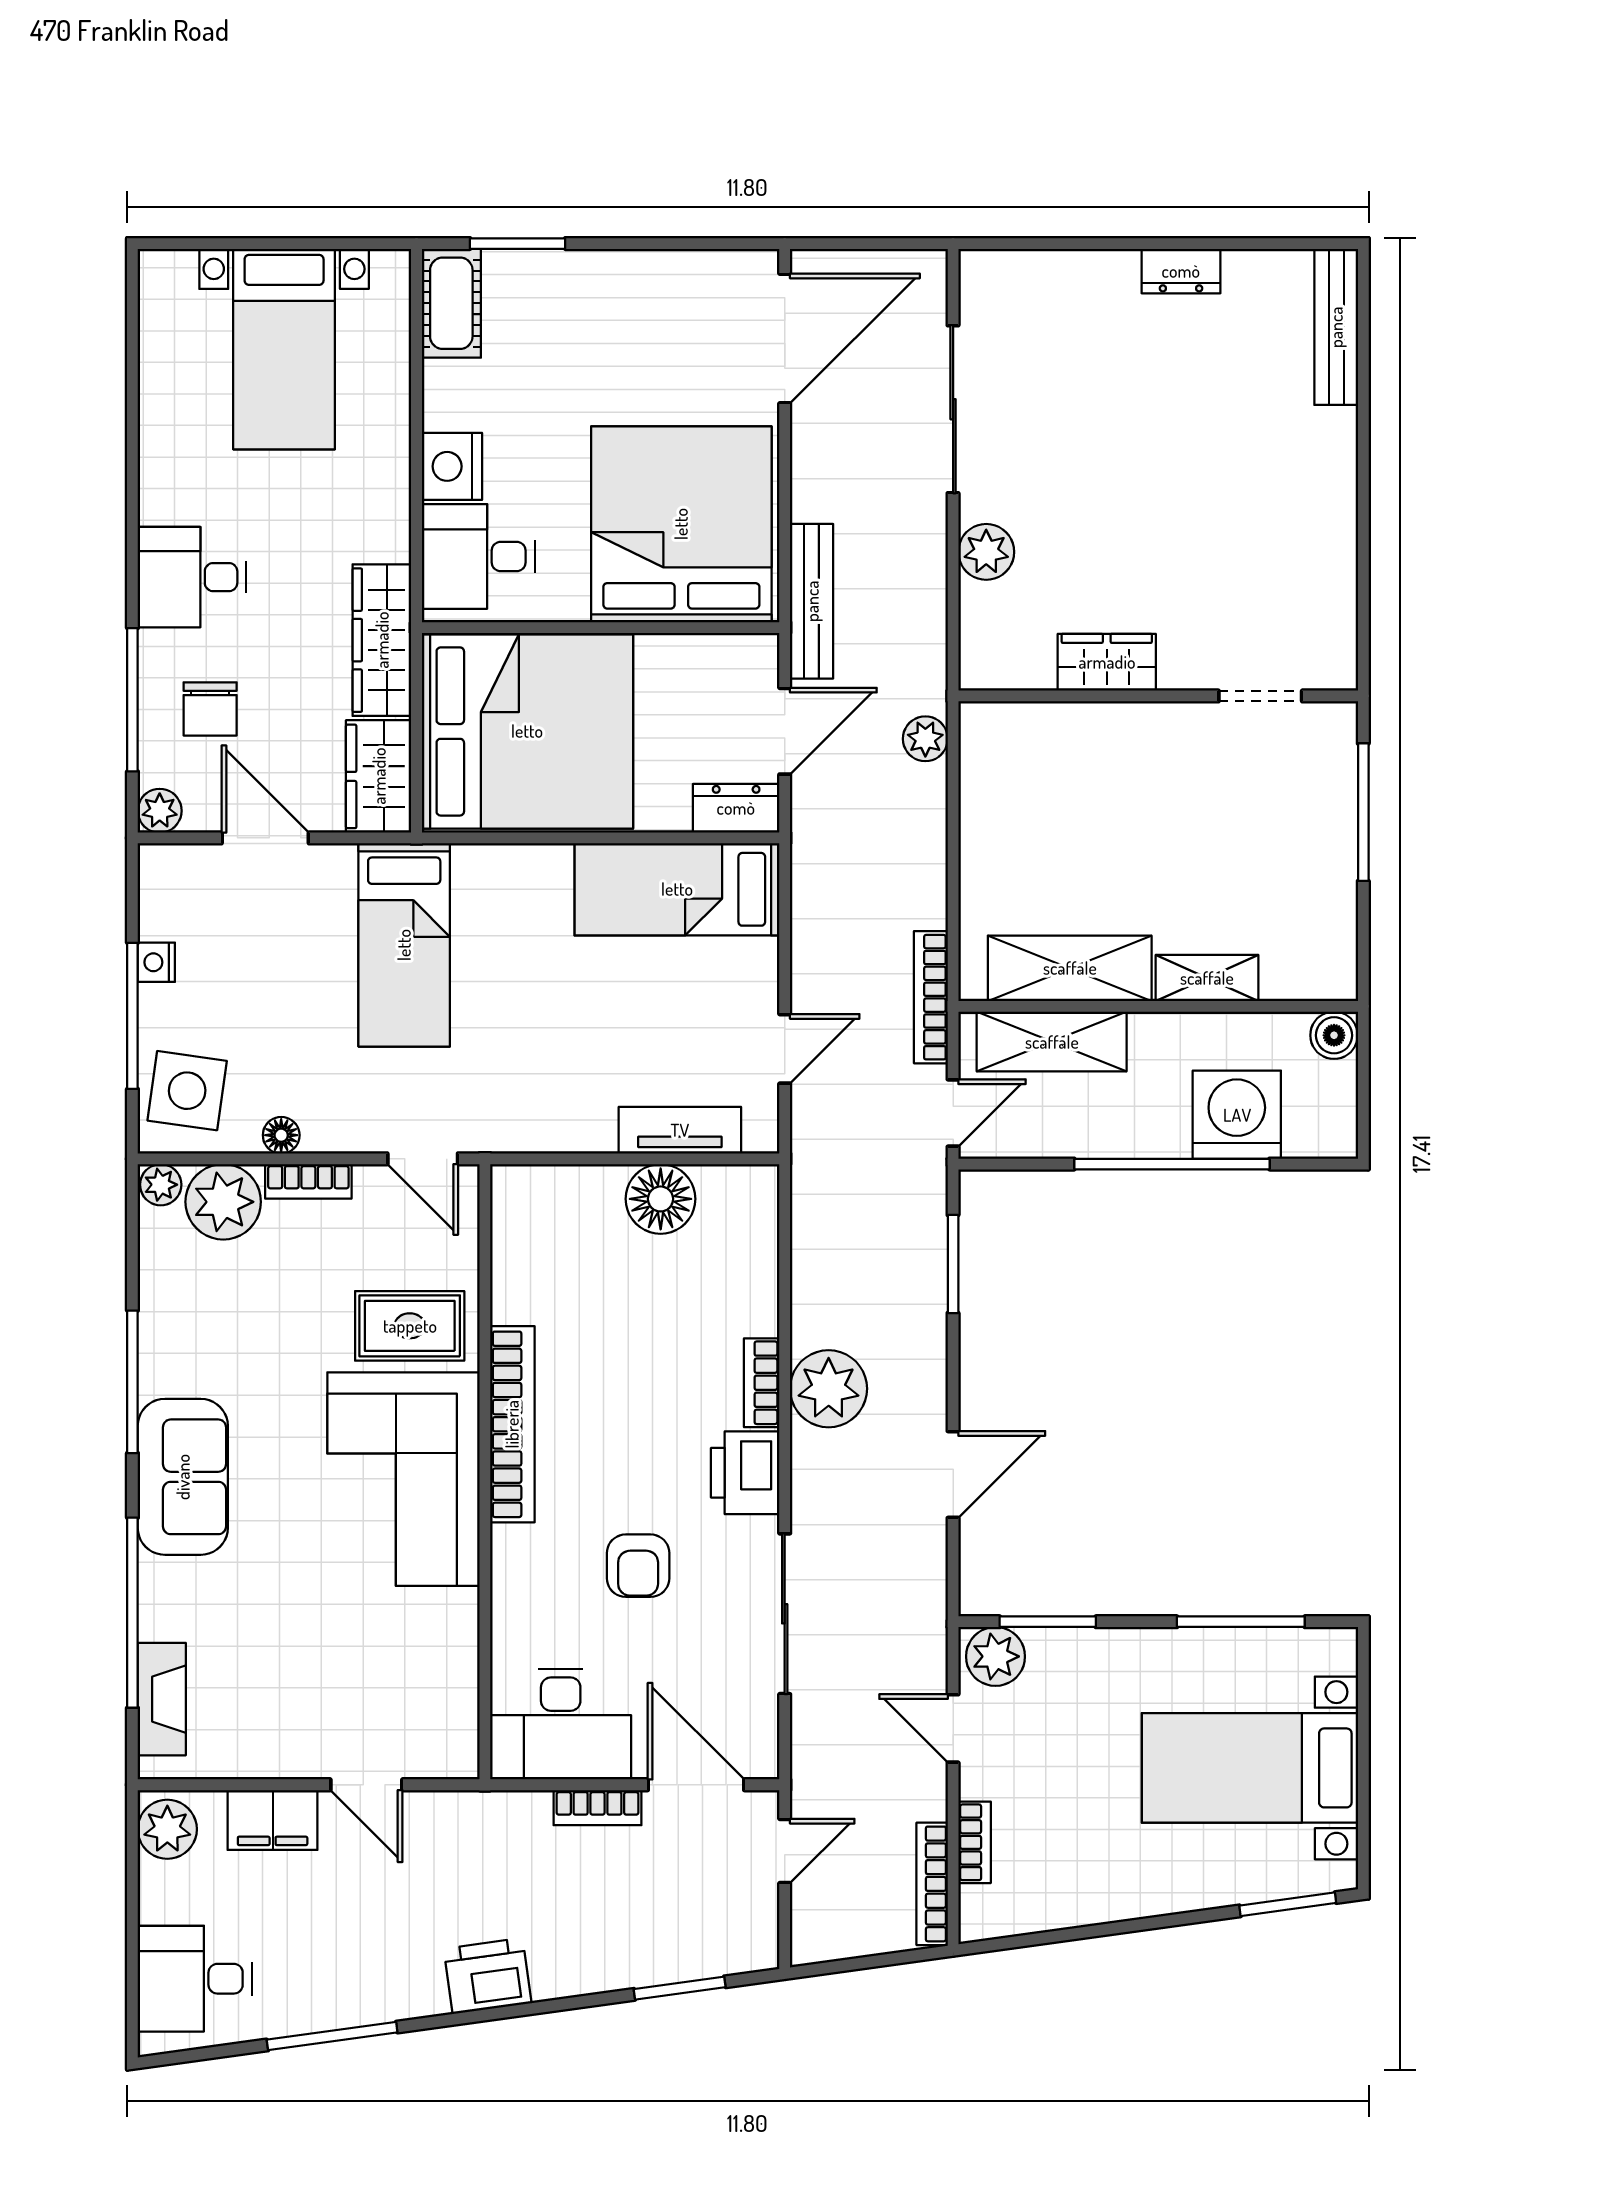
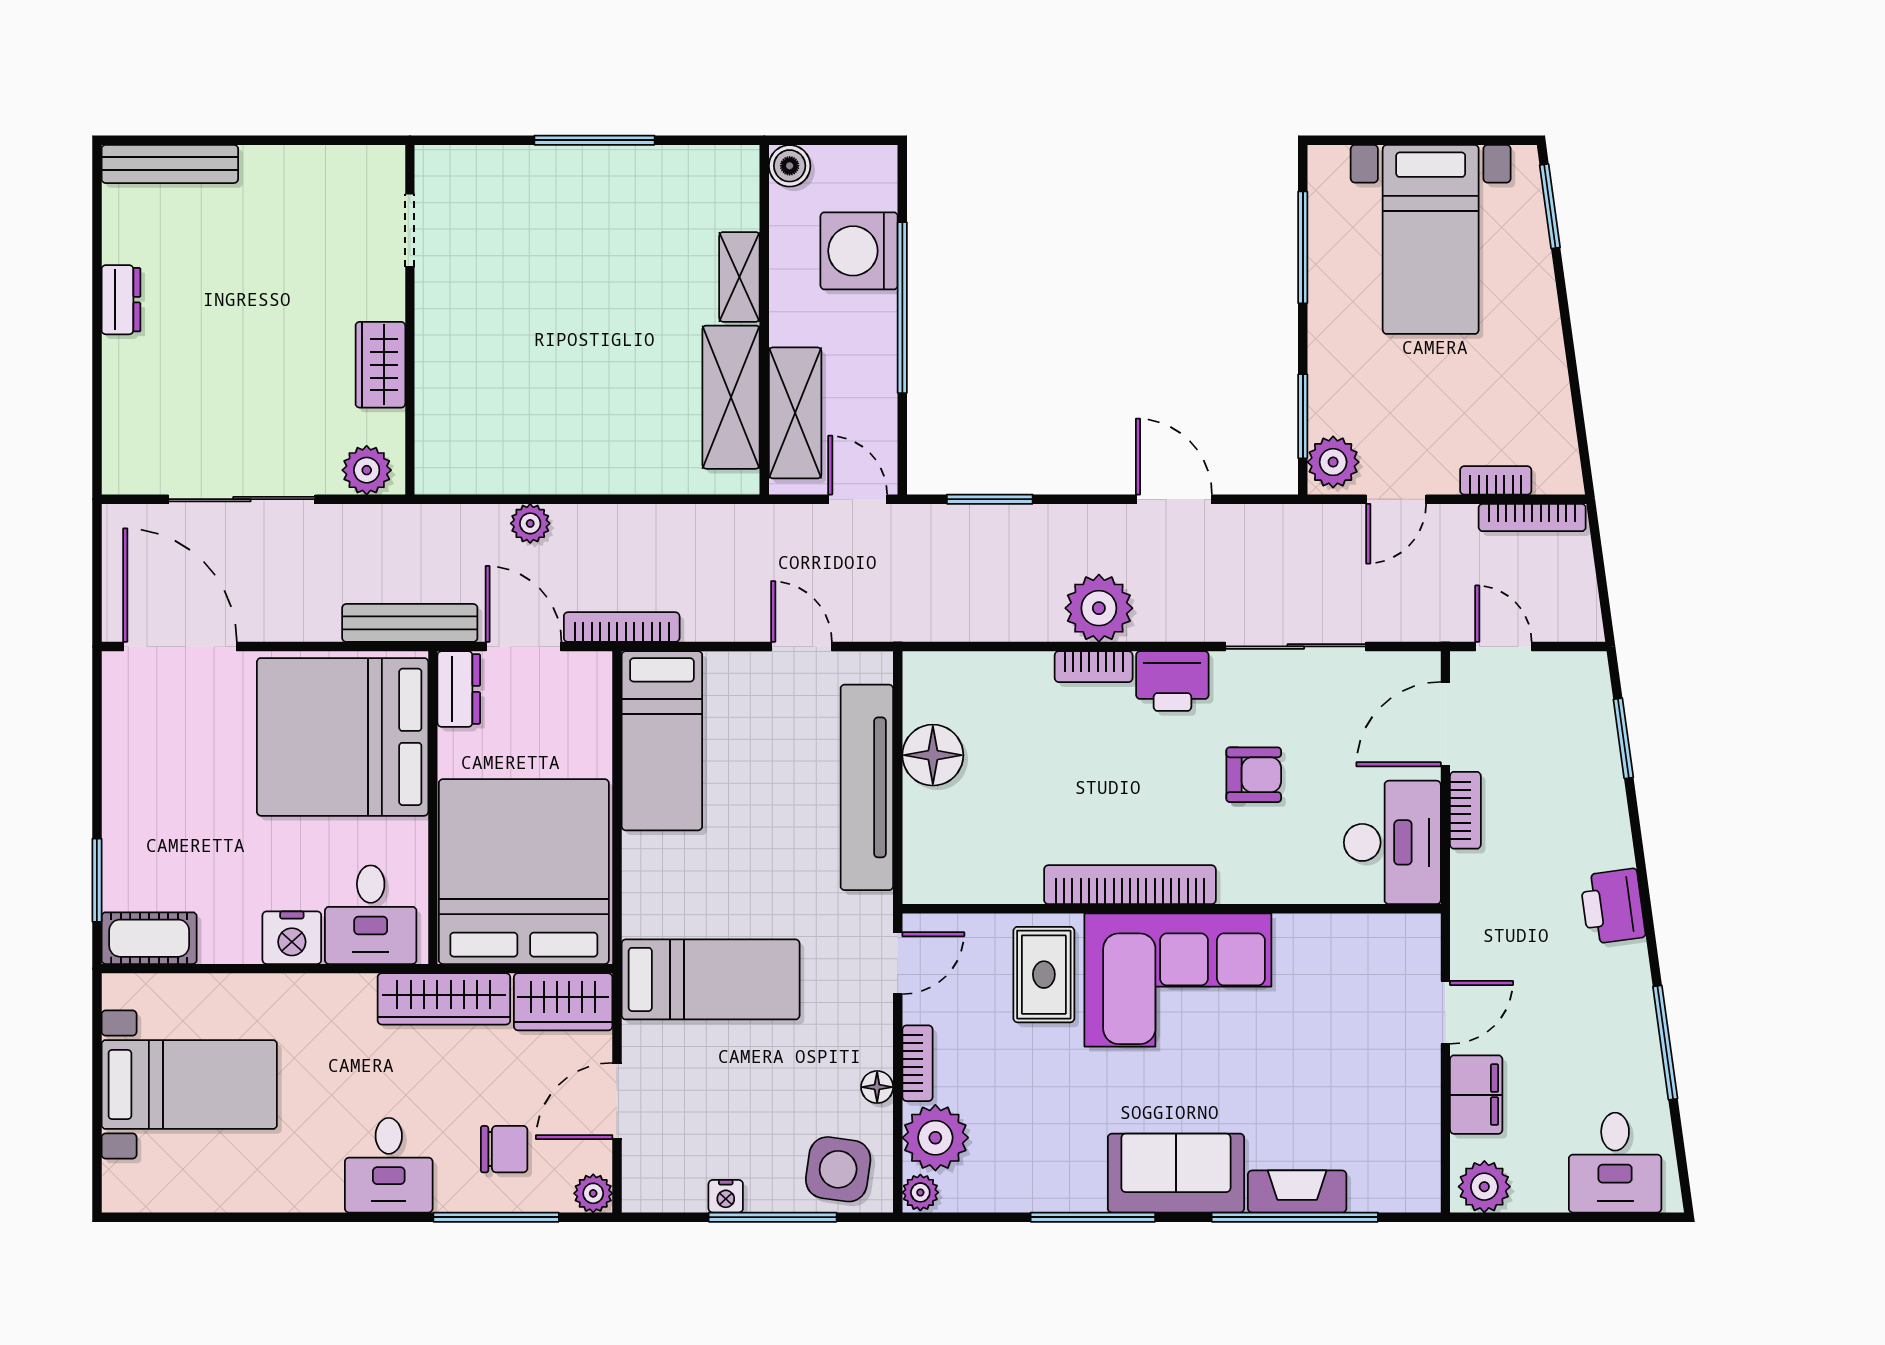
wardrobe: (1107, 662) -> (380, 365), moved
wall: (1158, 696) -> (410, 320), moved
doorway: (1260, 696) -> (410, 230), moved
dresser: (736, 808) -> (459, 689), moved, turned 180
bookcase: (931, 997) -> (622, 627), moved, turned 180
tv unit: (680, 1130) -> (867, 787), width x1.92, depth x1.29
fireplace: (162, 1699) -> (1297, 1192), moved

